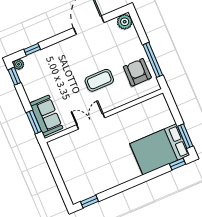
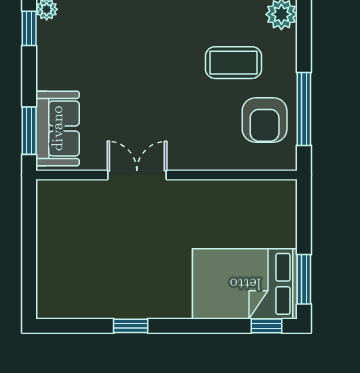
armchair: (137, 72) -> (265, 120), turned 180
coffee table: (99, 80) -> (234, 63), moved
window: (90, 202) -> (131, 326), moved

